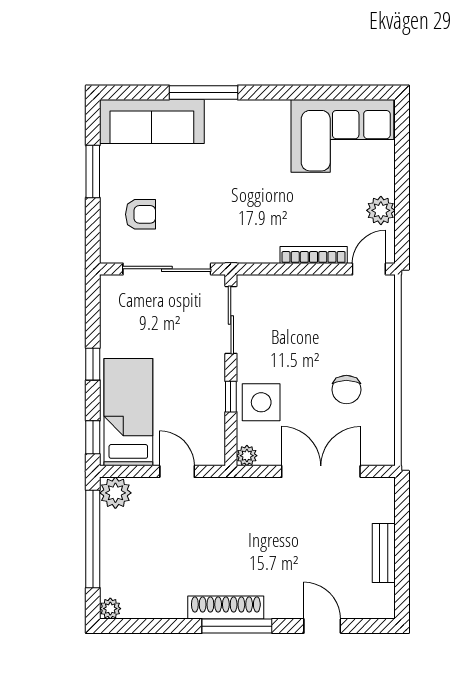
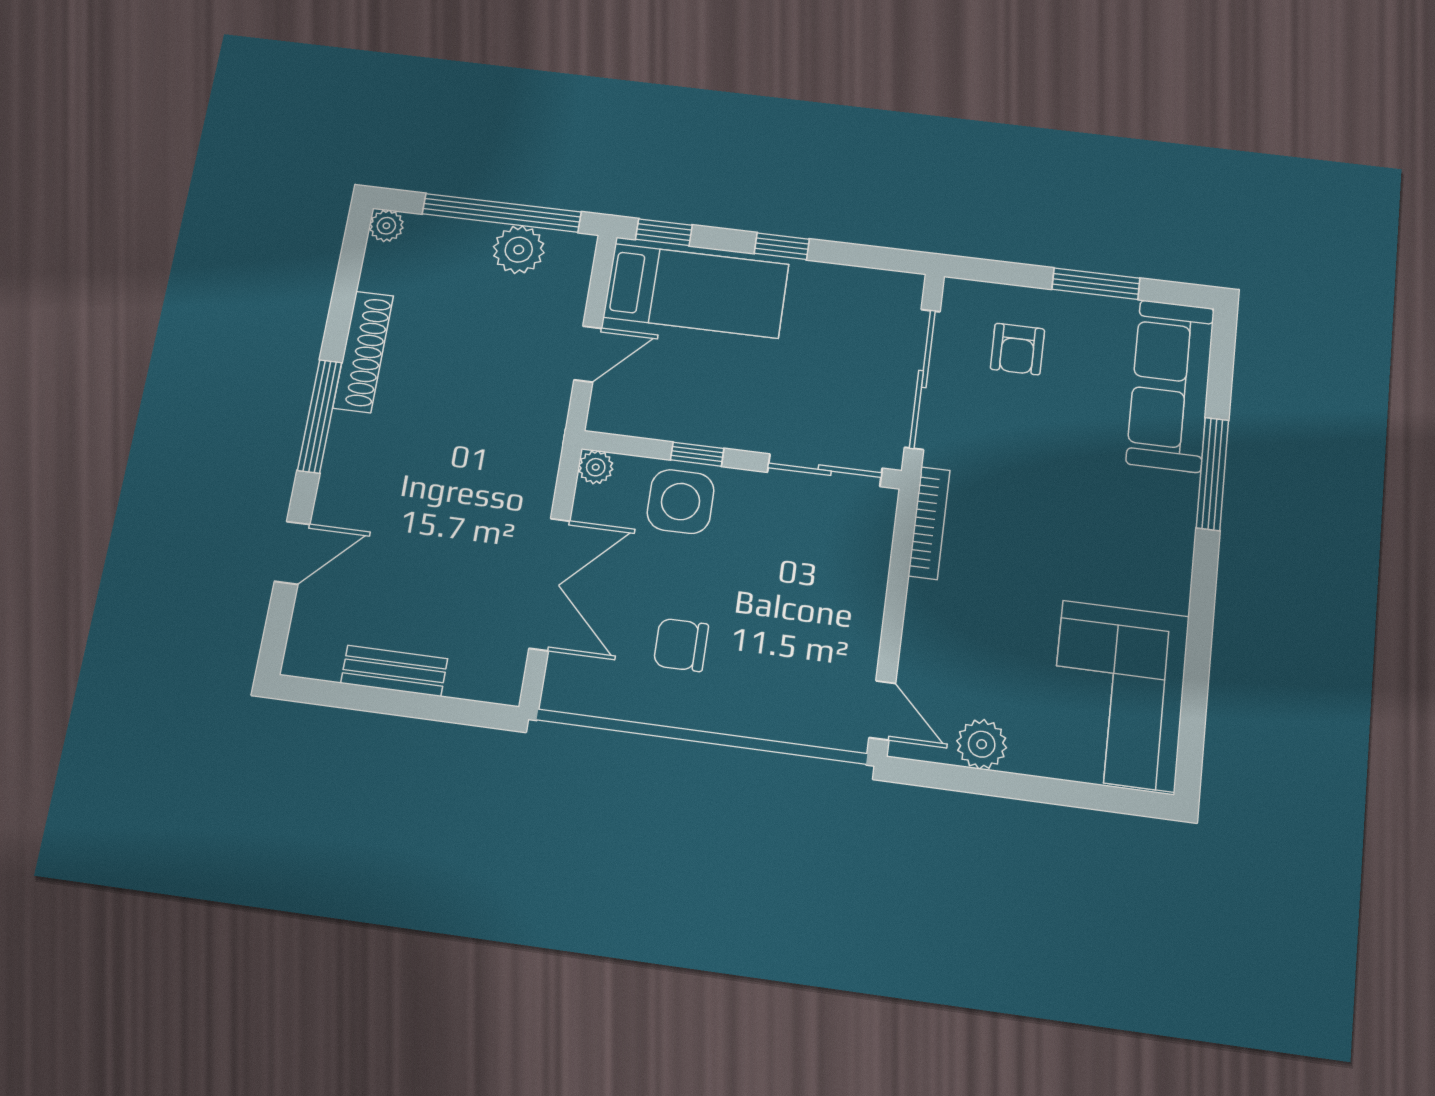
bookcase: (314, 255) -> (929, 523), moved
plant: (115, 493) -> (519, 250), moved
shoe rack: (226, 607) -> (363, 352), moved

